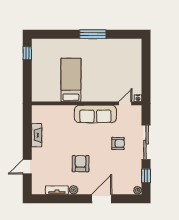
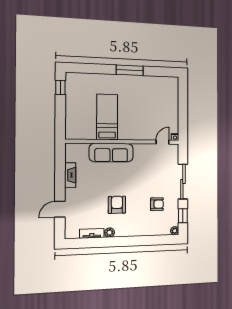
sofa: (95, 114) -> (111, 153), moved
armchair: (118, 143) -> (157, 204), moved
door: (102, 199) -> (139, 241), removed

